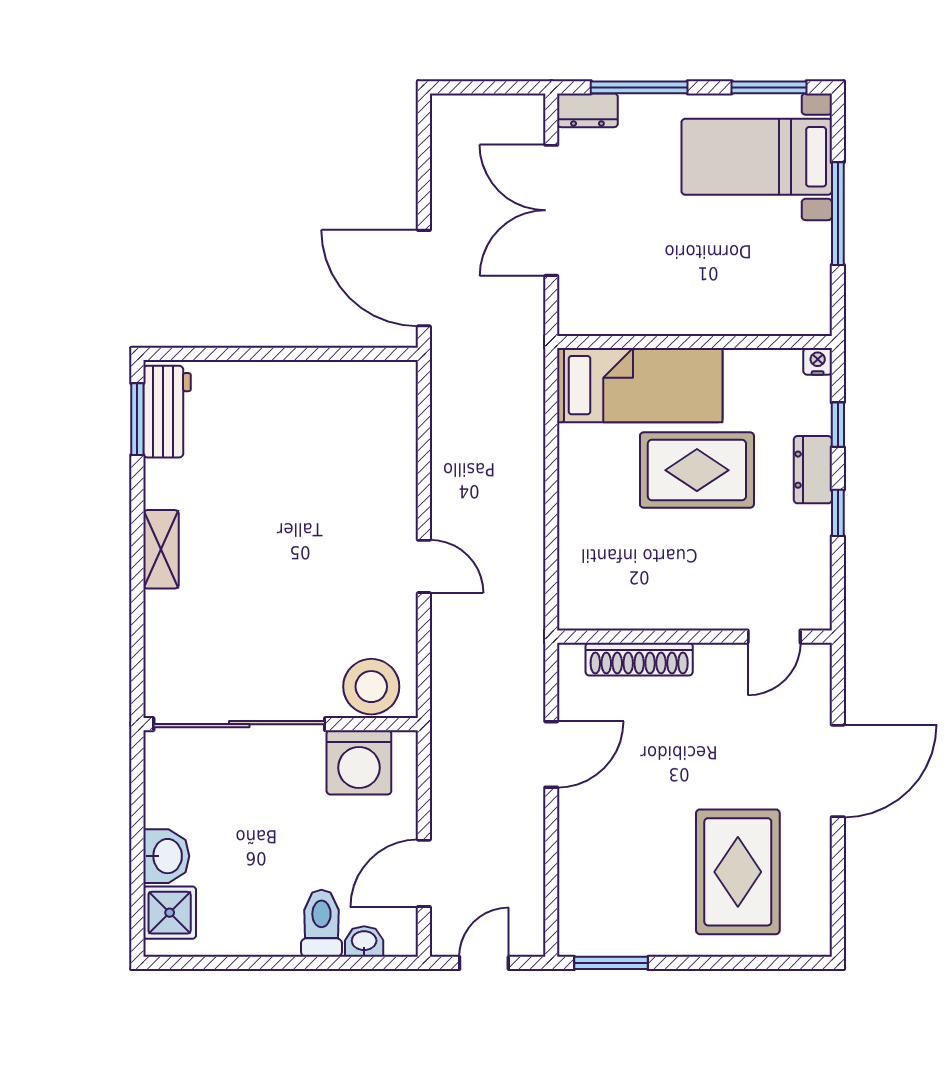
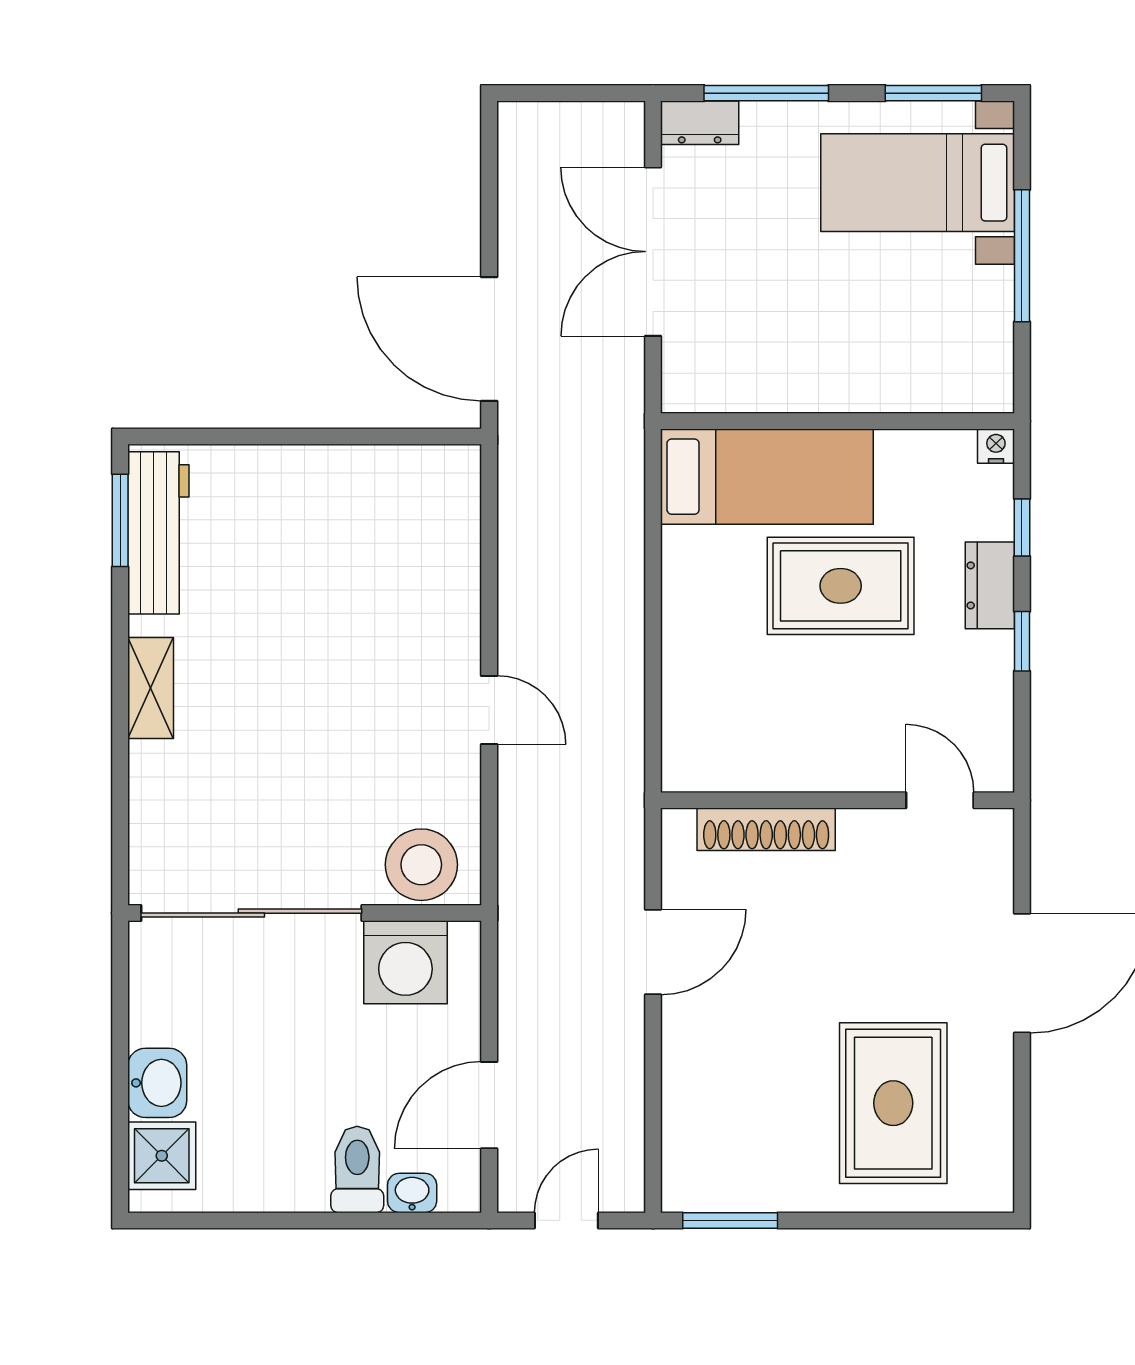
workbench: (167, 412) -> (158, 533), width x1.38
door: (774, 637) -> (940, 800), swing flipped

